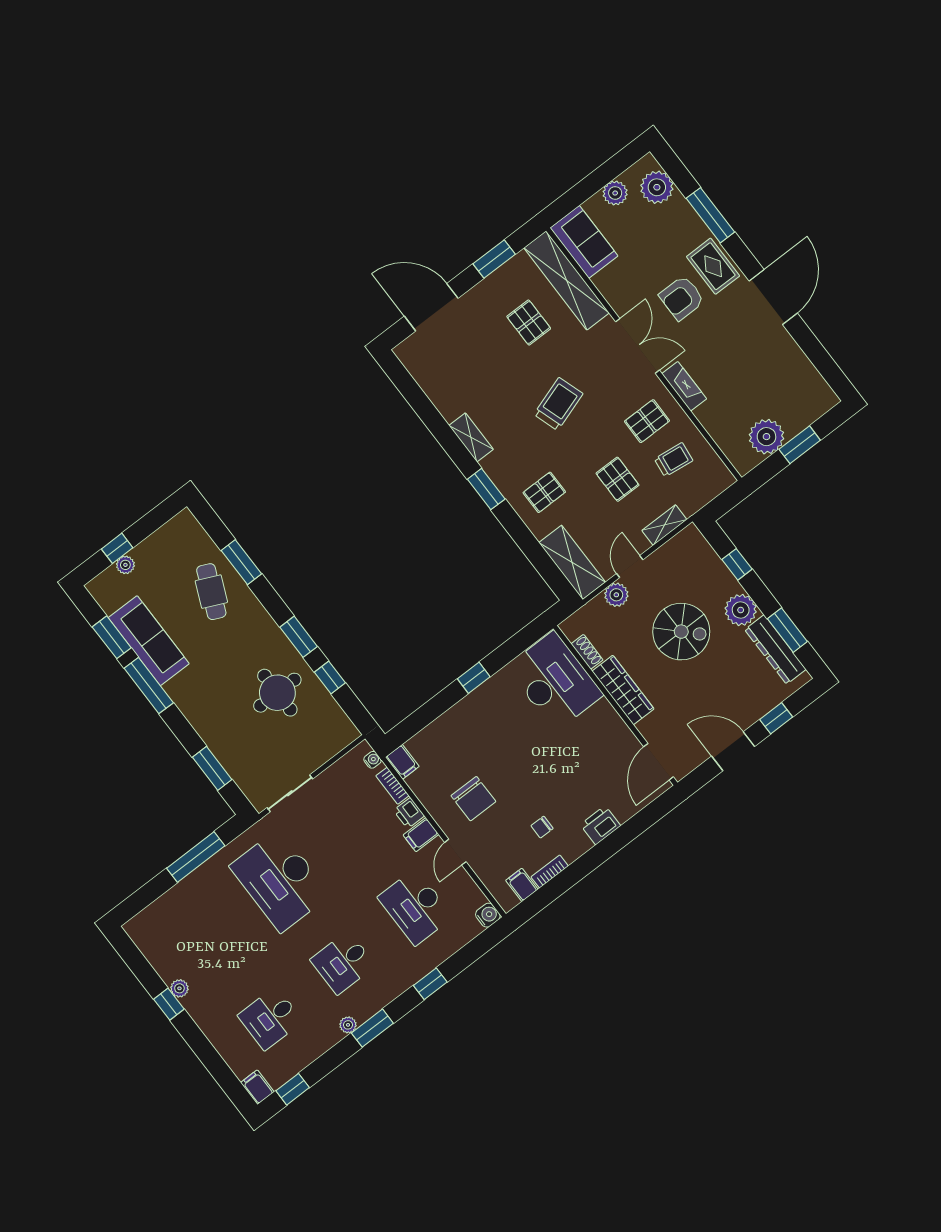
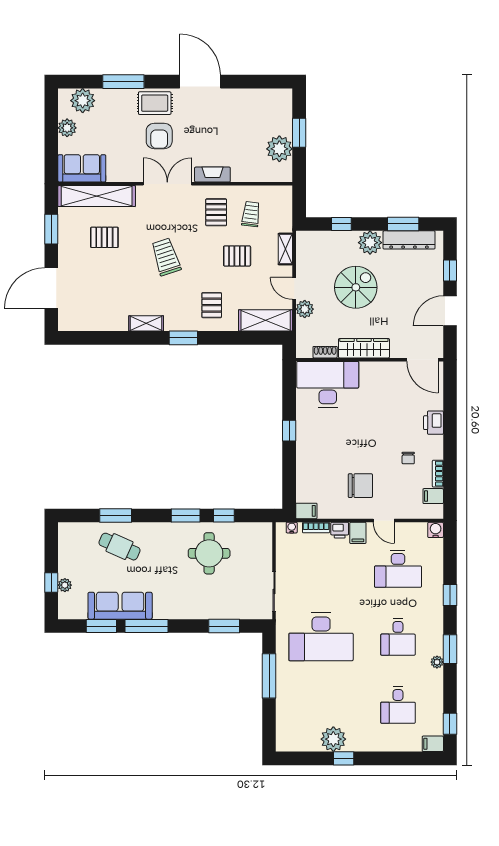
plant: (179, 988) -> (333, 739), width x1.87, depth x1.87

